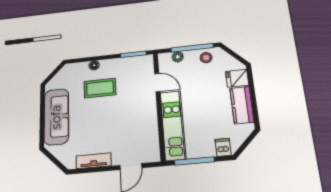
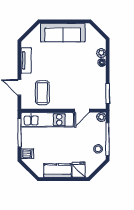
plant: (178, 57) -> (101, 117), moved
plant: (82, 67) -> (101, 53), added
coffee table: (100, 88) -> (42, 93), moved

